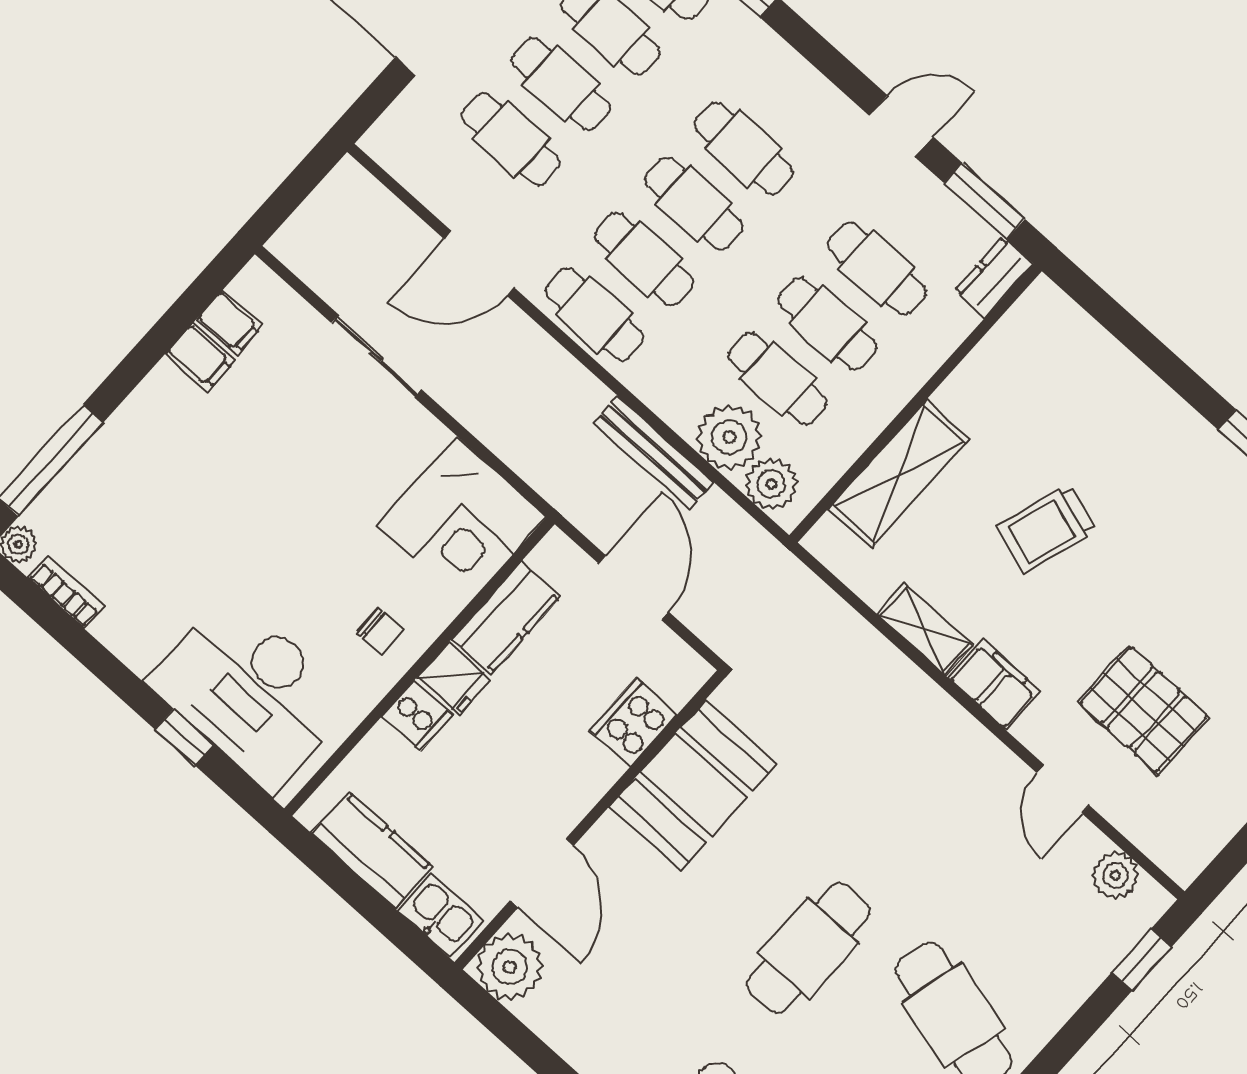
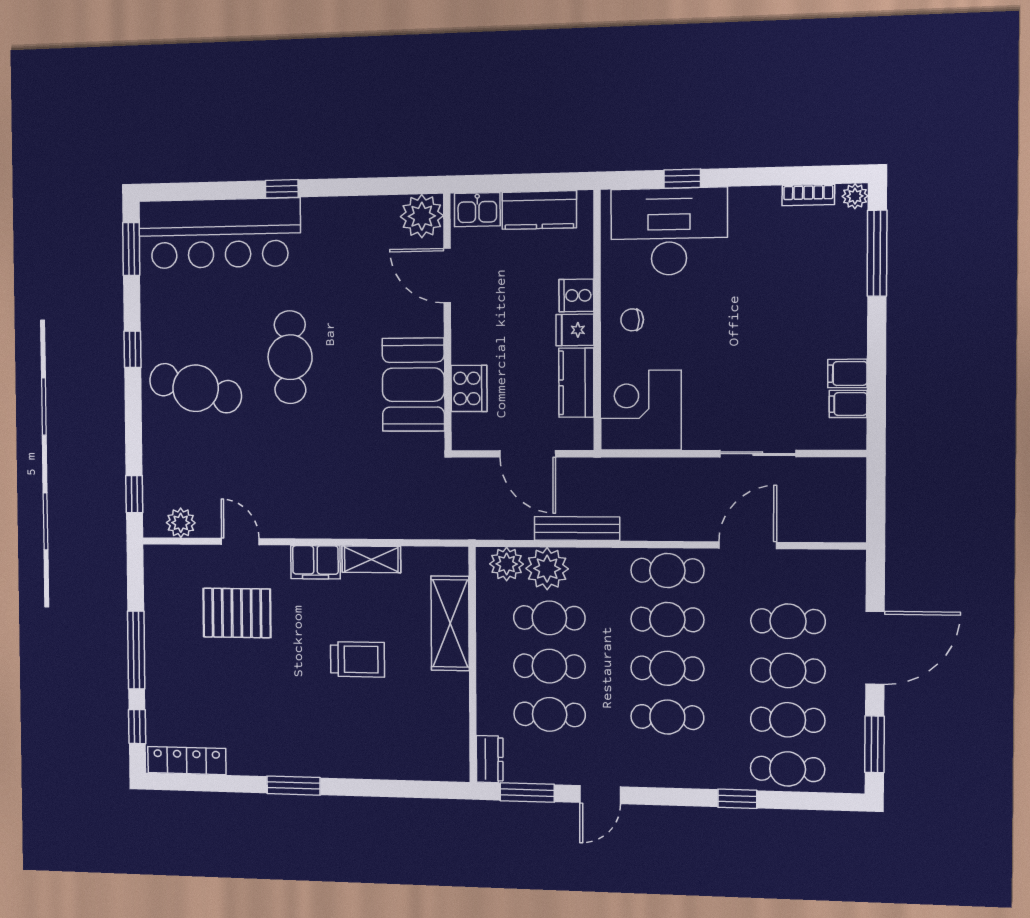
trolley: (1047, 528) -> (357, 659), turned 72

